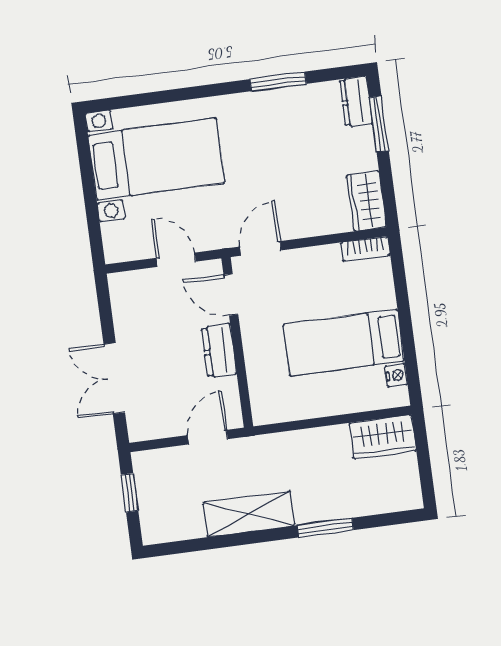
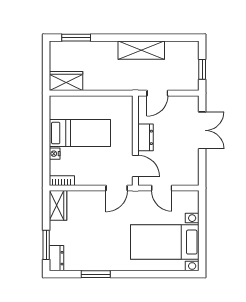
nightstand: (396, 375) -> (55, 154), moved
window: (325, 528) -> (76, 38), moved

